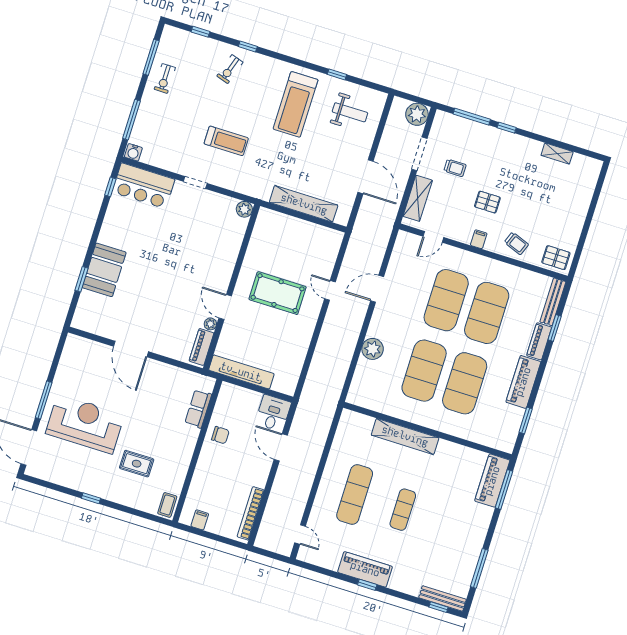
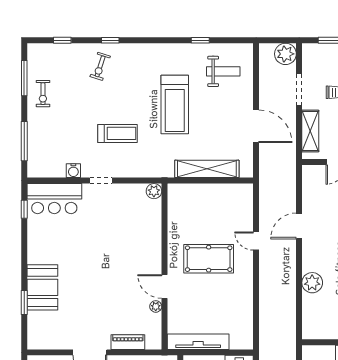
treadmill: (296, 104) -> (175, 105), moved
water cooler: (133, 152) -> (73, 171), moved
piano: (201, 347) -> (128, 342), moved, turned 90

